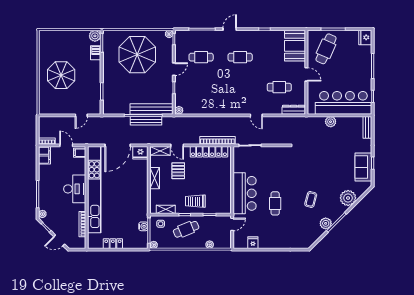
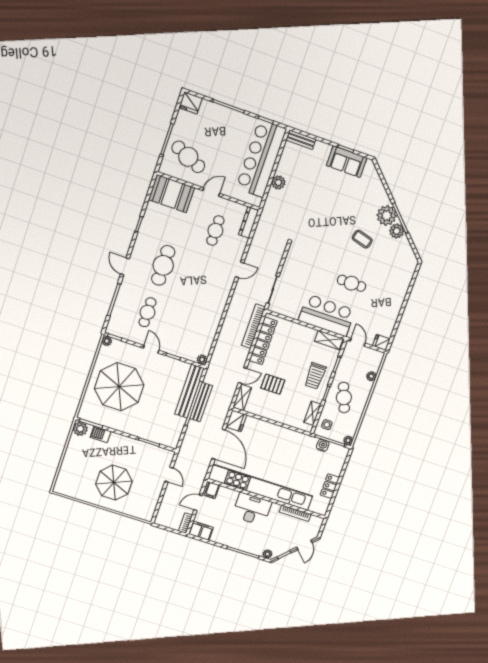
cafe table: (240, 57) -> (163, 265), width x1.37, depth x1.35
shelving: (155, 178) -> (329, 340), moved
plant: (348, 198) -> (387, 216), moved
fridge: (253, 243) -> (381, 342), moved

